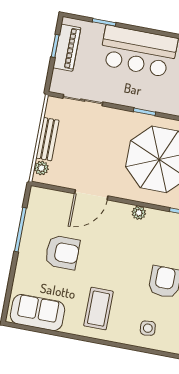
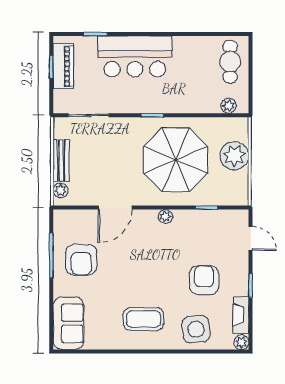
armchair: (62, 252) -> (81, 260), moved, turned 90
coffee table: (98, 309) -> (143, 319), turned 90
sofa: (38, 313) -> (68, 323), moved, turned 90
side table: (148, 328) -> (196, 329), width x1.87, depth x1.87

